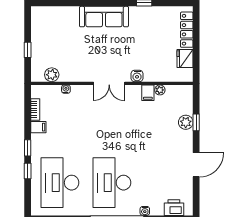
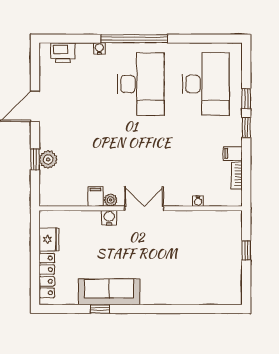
sofa: (104, 17) -> (109, 292), moved
plant: (52, 75) -> (216, 219), removed
plant: (160, 90) -> (111, 200), moved

